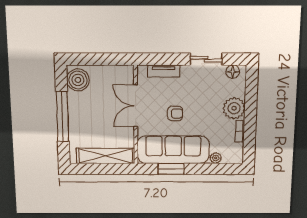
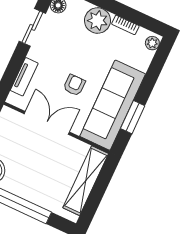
double door: (136, 106) -> (47, 123), swing flipped
plant: (216, 158) -> (152, 43), moved

